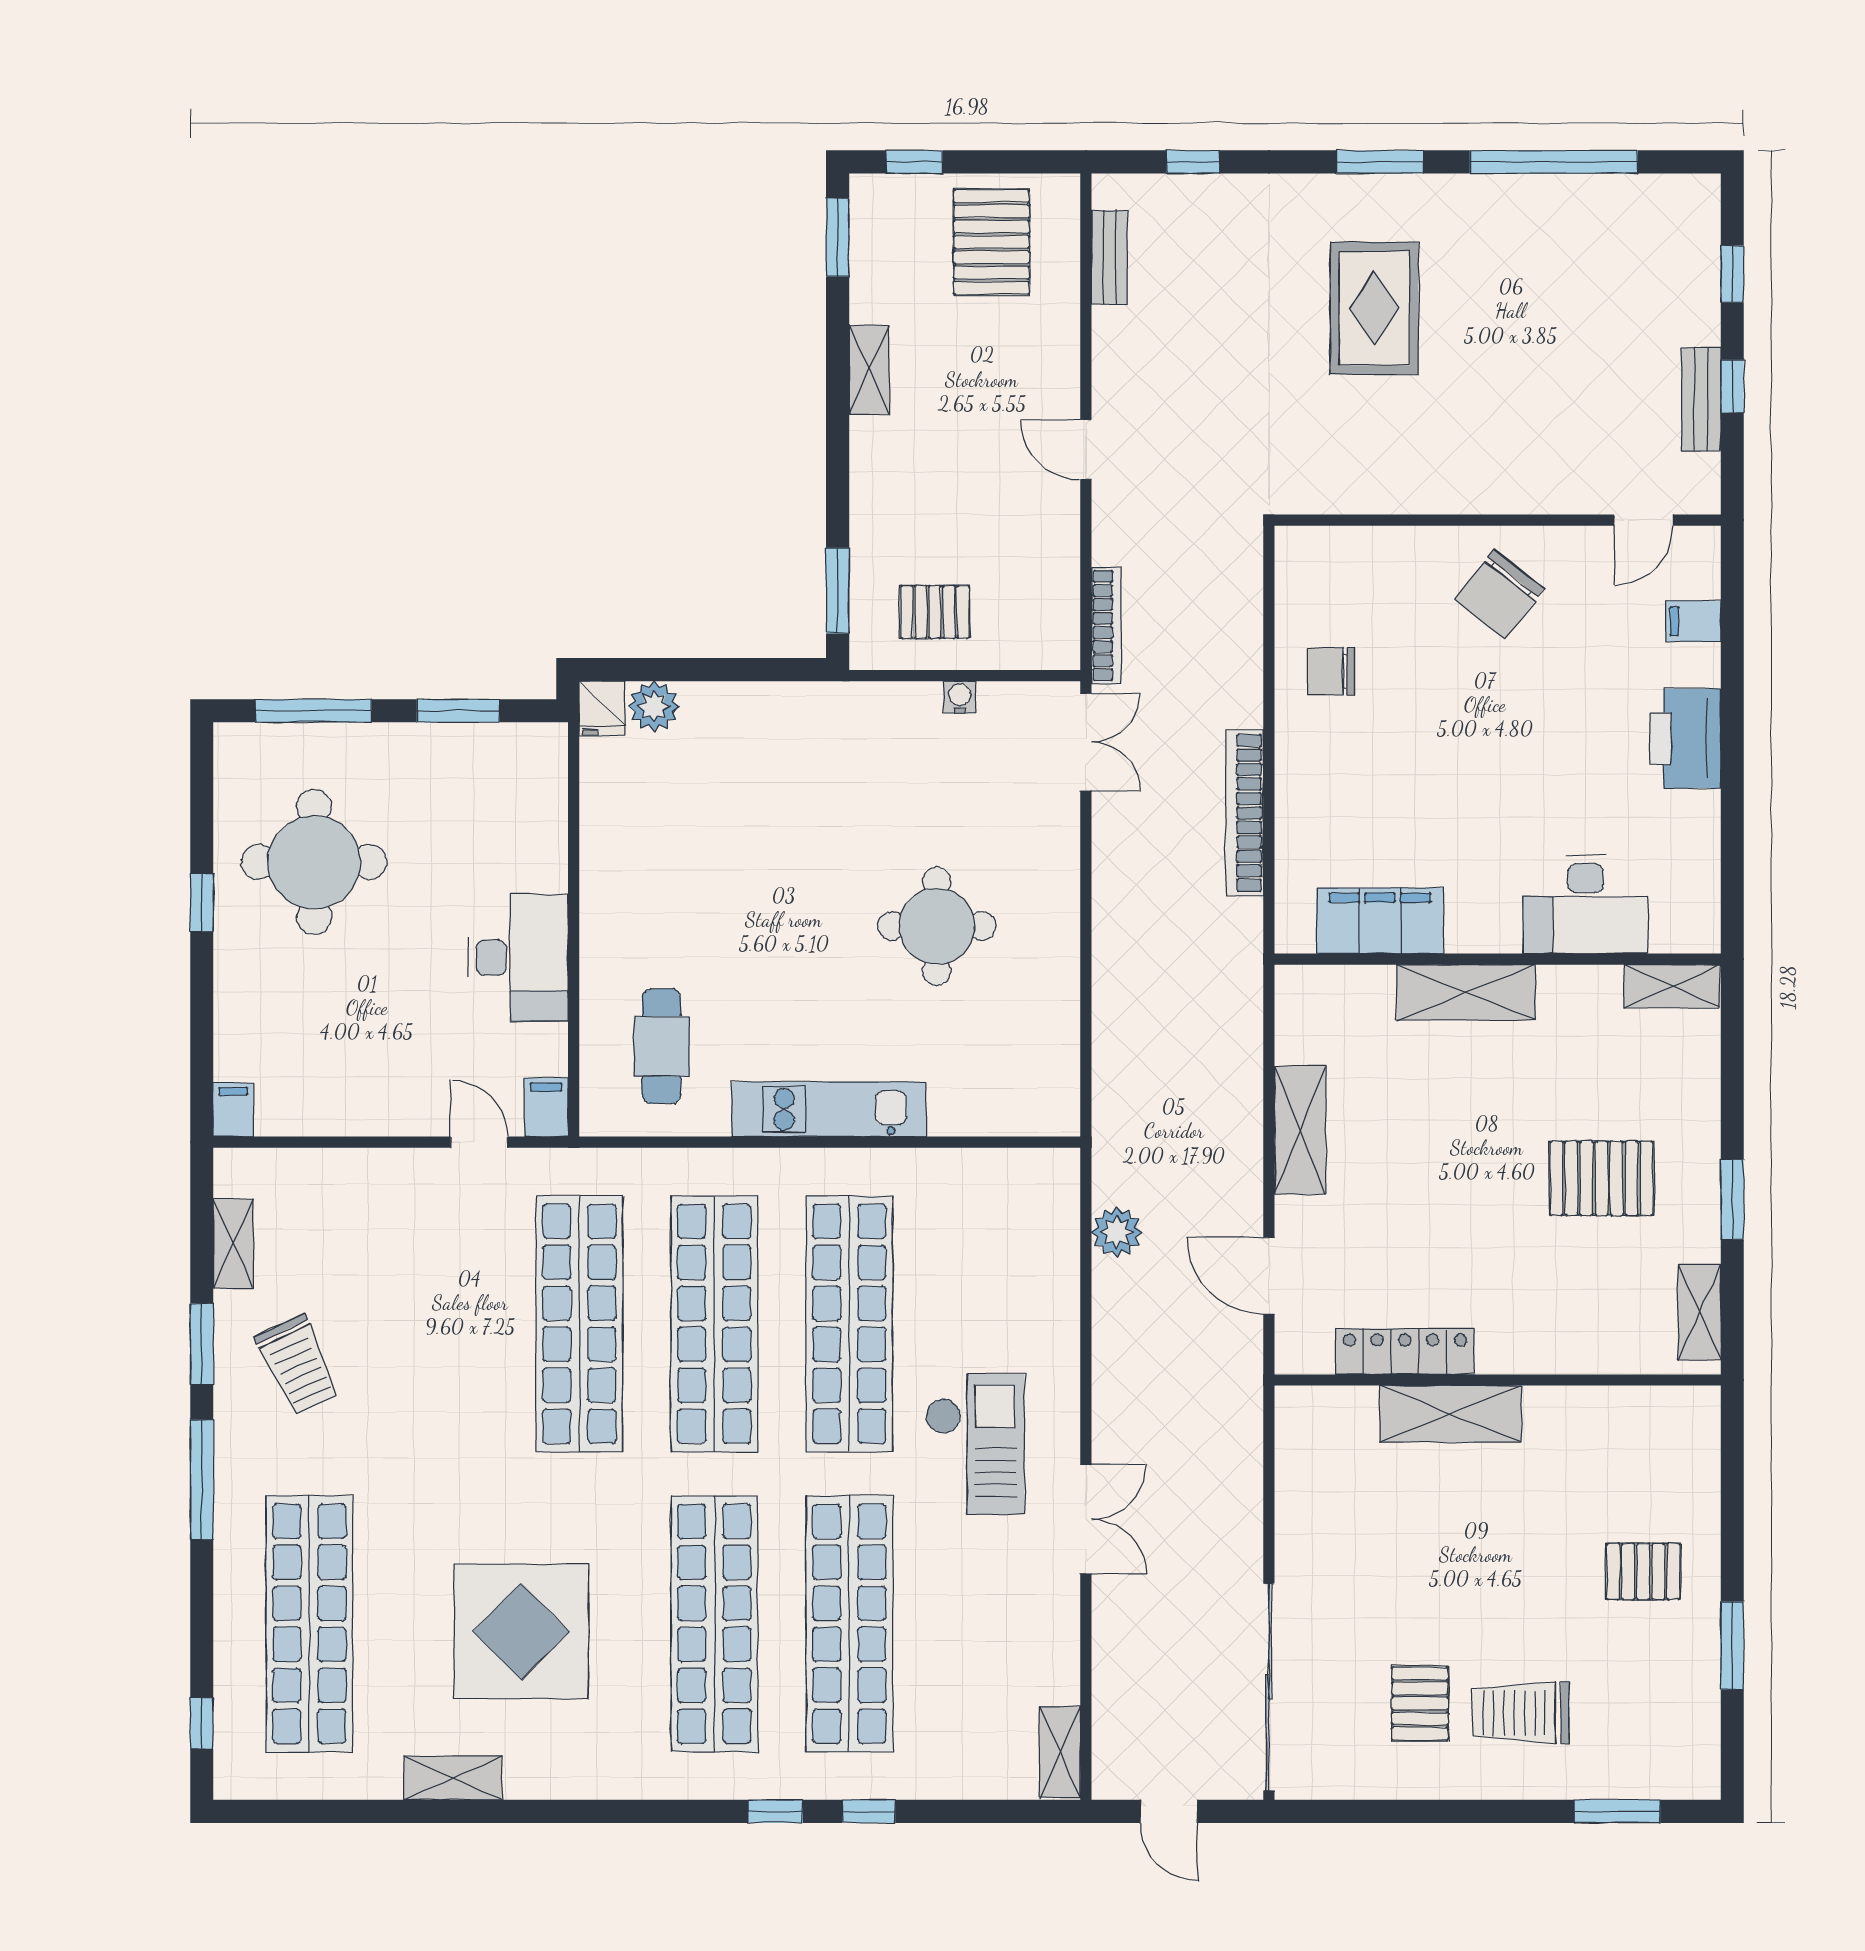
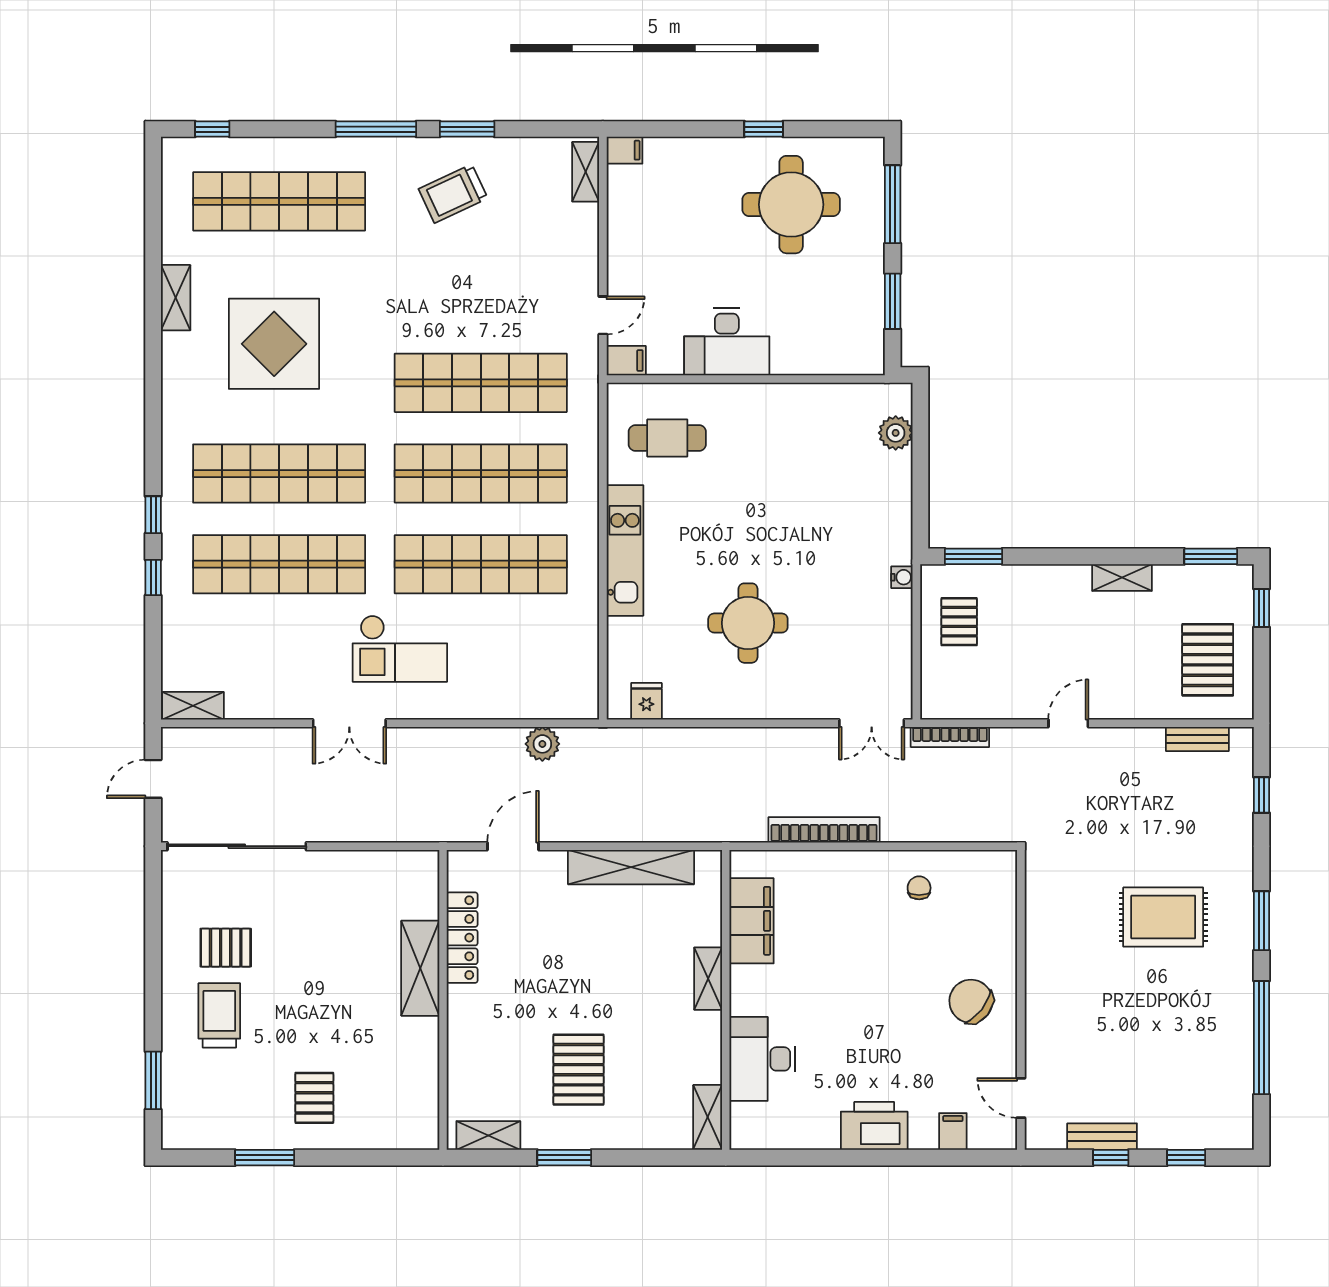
pallet: (992, 242) -> (1208, 660), turned 90
chair: (1331, 672) -> (919, 888), width x0.73, depth x0.73
water cooler: (960, 697) -> (902, 577), moved
fridge: (602, 708) -> (646, 701), moved, turned 90
shelving: (1466, 992) -> (708, 979), width x0.67, depth x0.75
shelving: (1300, 1130) -> (631, 867), width x1.47
shelving: (233, 1244) -> (586, 172), moved, turned 90

